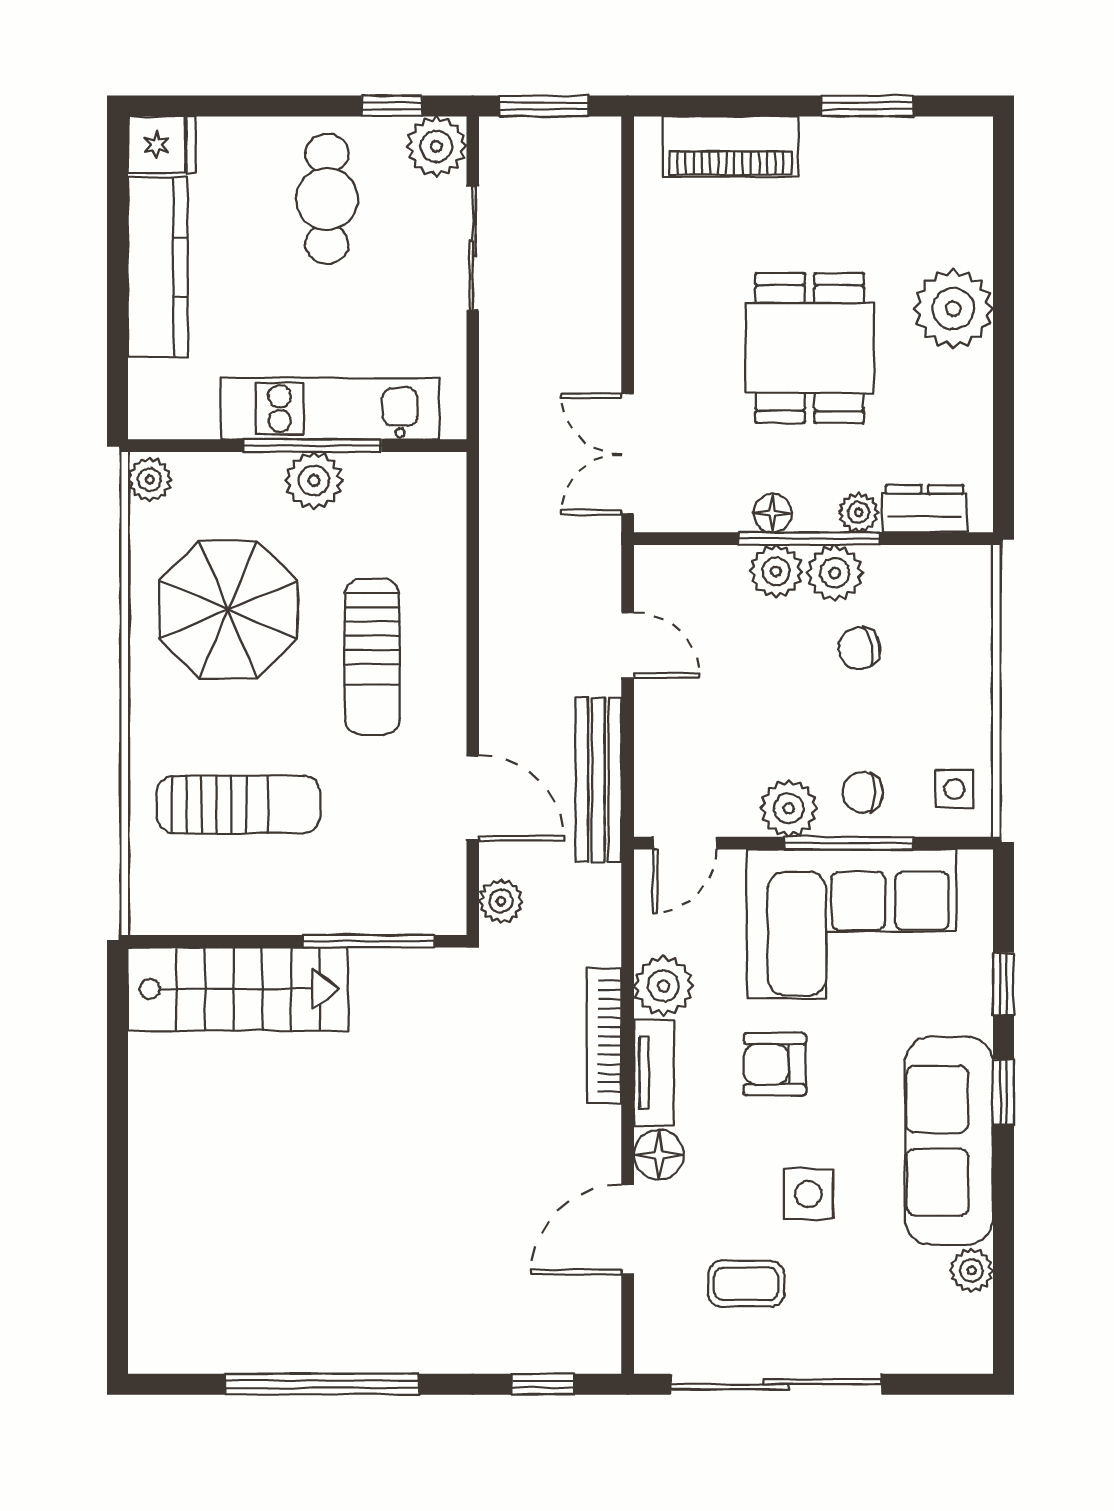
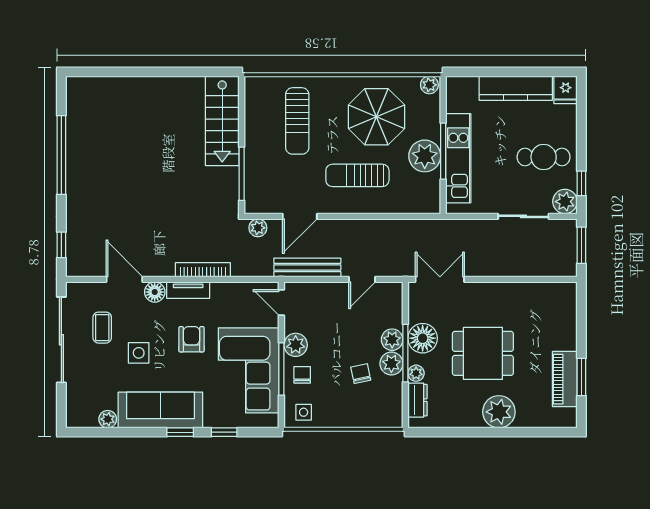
piano: (730, 147) -> (565, 379), moved
plant: (314, 481) -> (425, 156), width x1.36, depth x1.36
floor lamp: (772, 513) -> (423, 338), width x1.89, depth x1.89
plant: (664, 986) -> (223, 294), removed

